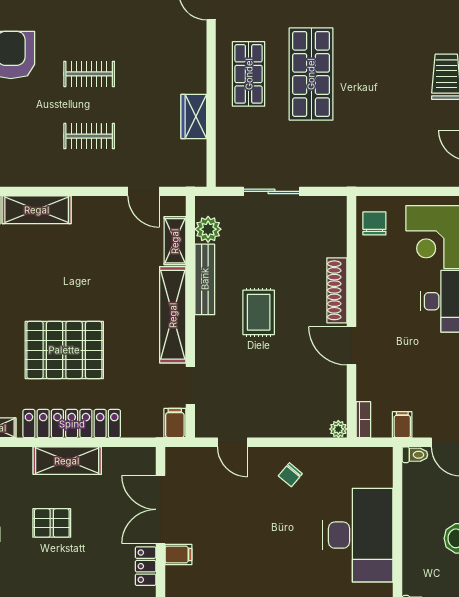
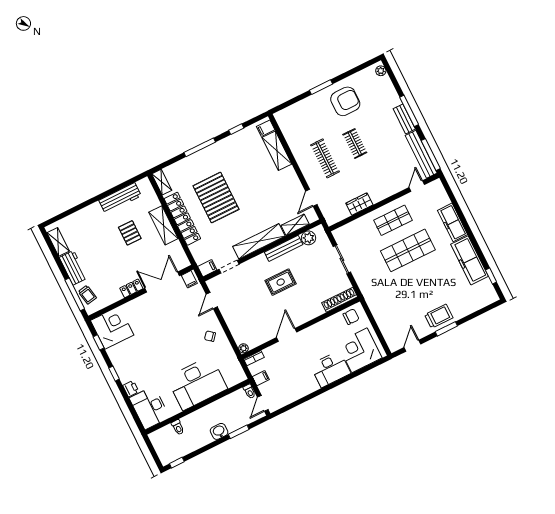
clothes rail: (89, 136) -> (325, 158), width x1.36
shoe rack: (337, 290) -> (340, 300), moved
filing cabinet: (178, 554) -> (189, 279), moved

